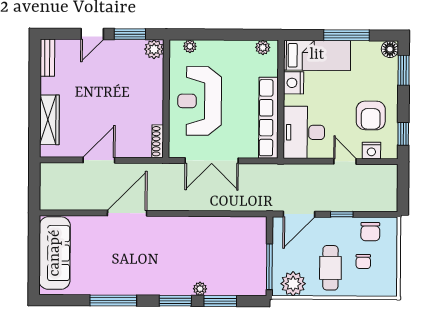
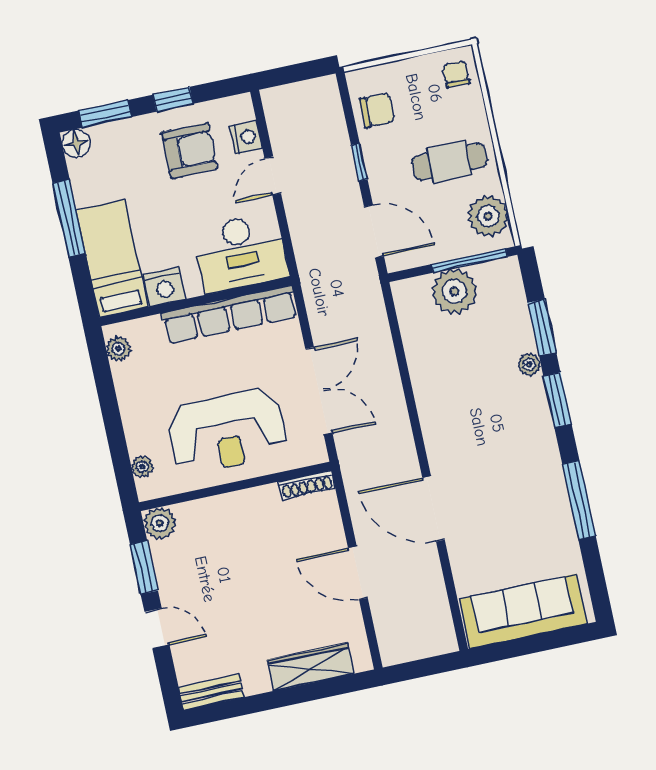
window: (403, 134) -> (173, 99), moved
plant: (253, 254) -> (454, 291), added
chair: (363, 262) -> (456, 74), moved, turned -90

